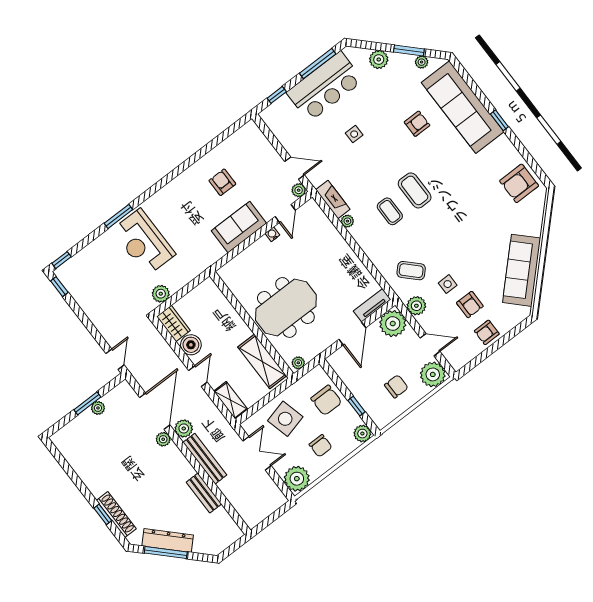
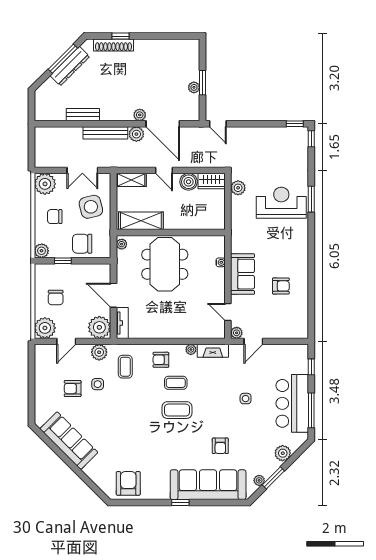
water cooler: (272, 234) -> (221, 262), moved
coffee table: (411, 271) -> (125, 367), turned -45
armchair: (487, 332) -> (161, 360), moved, turned -90

